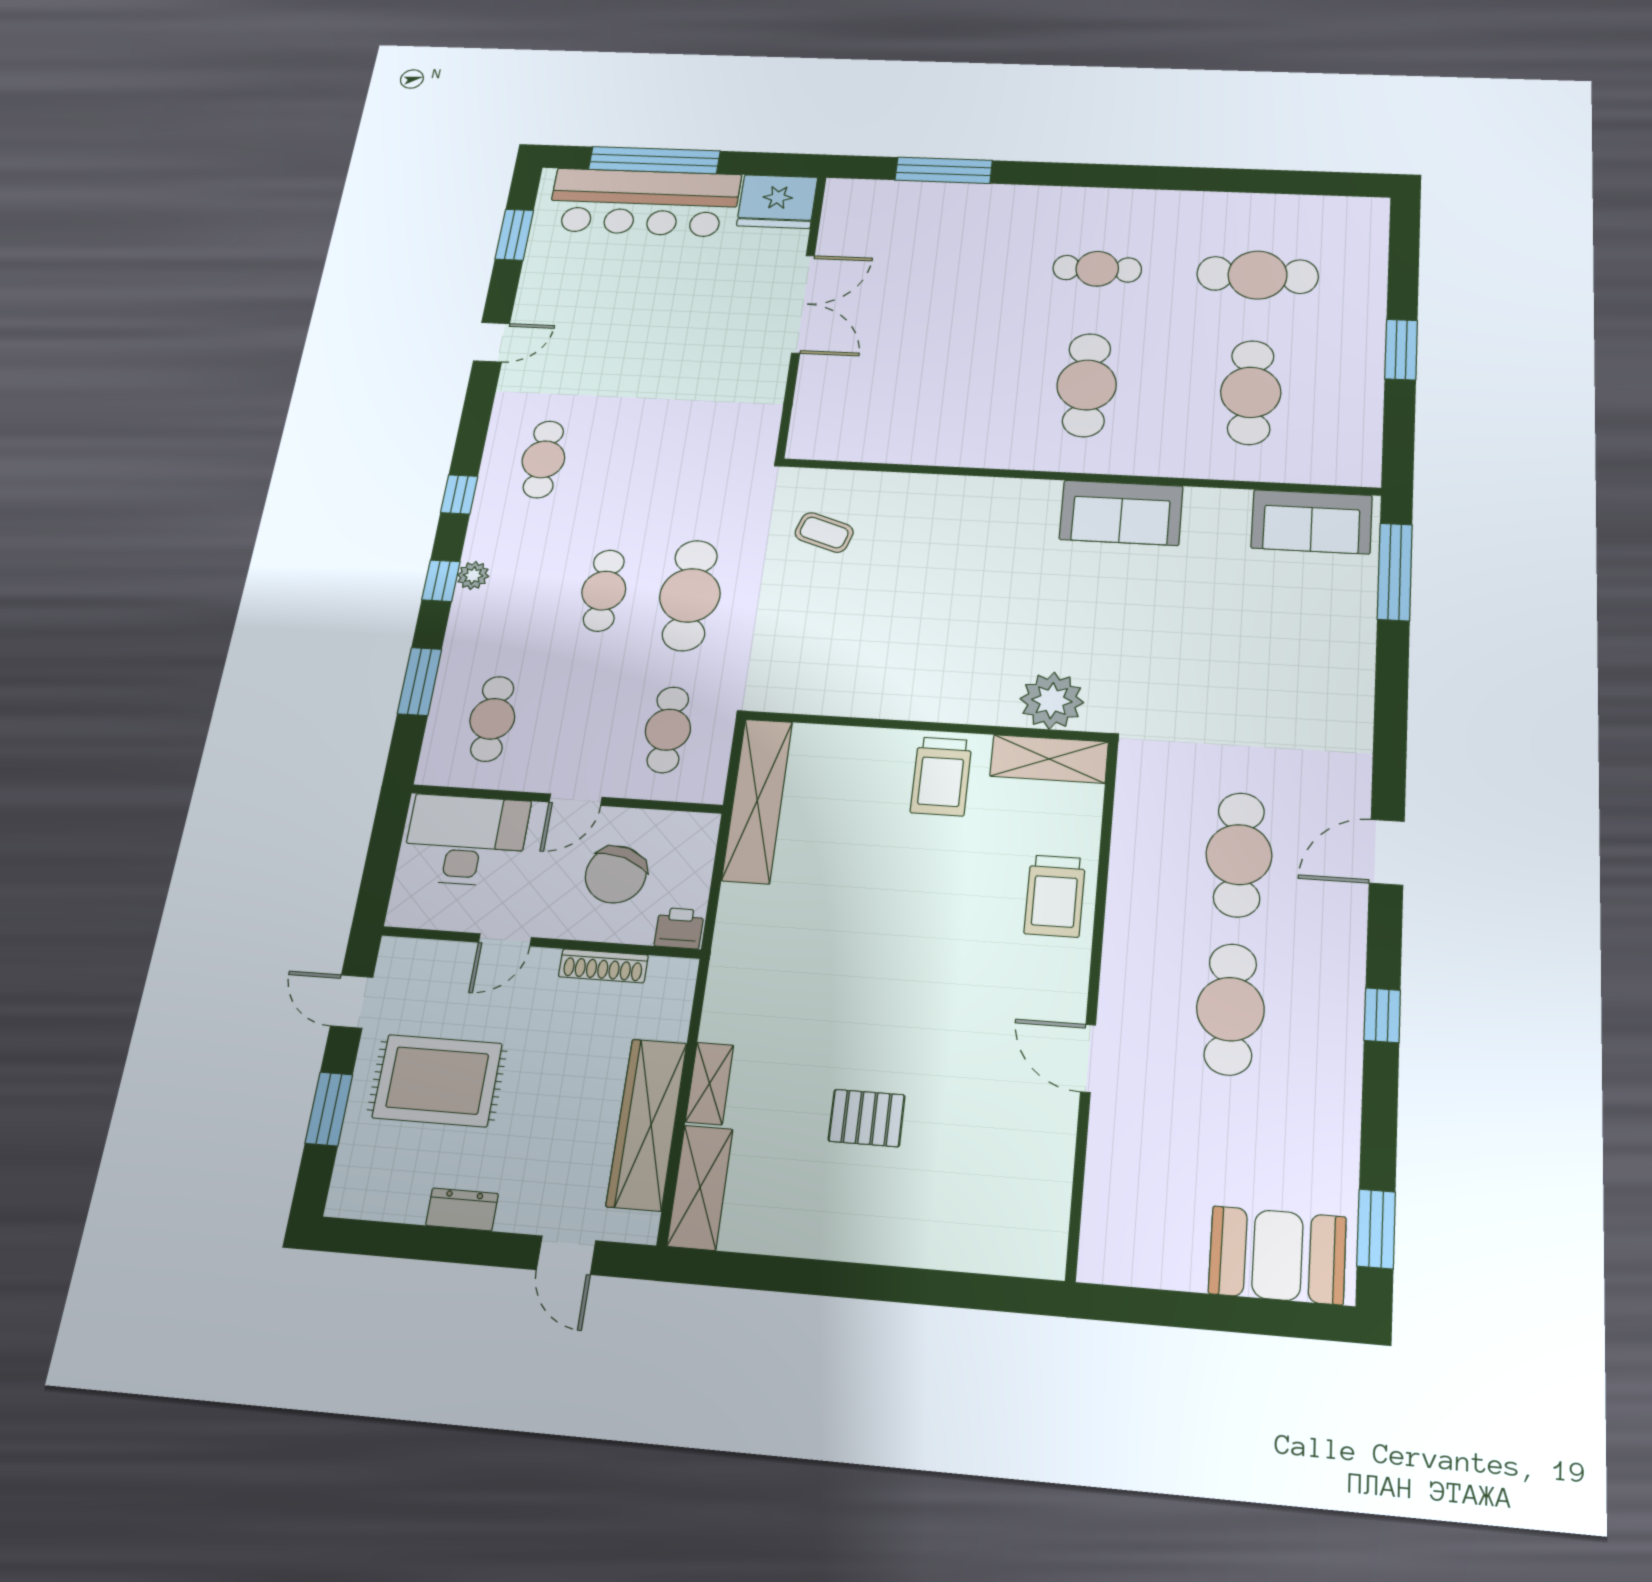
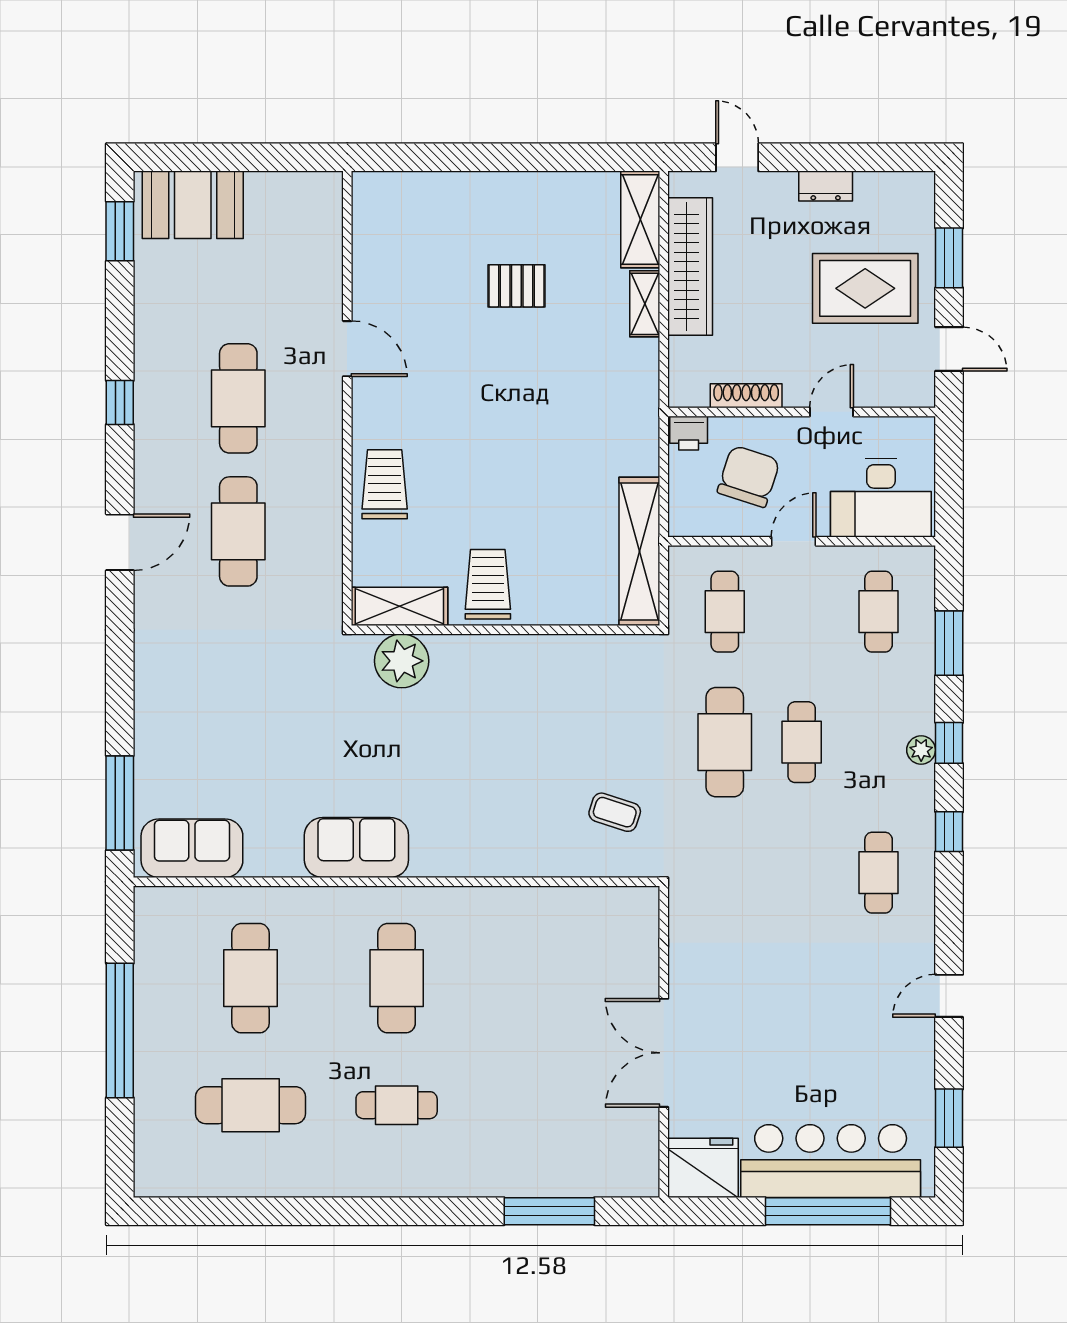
window: (1401, 350) -> (120, 1030), width x2.11

